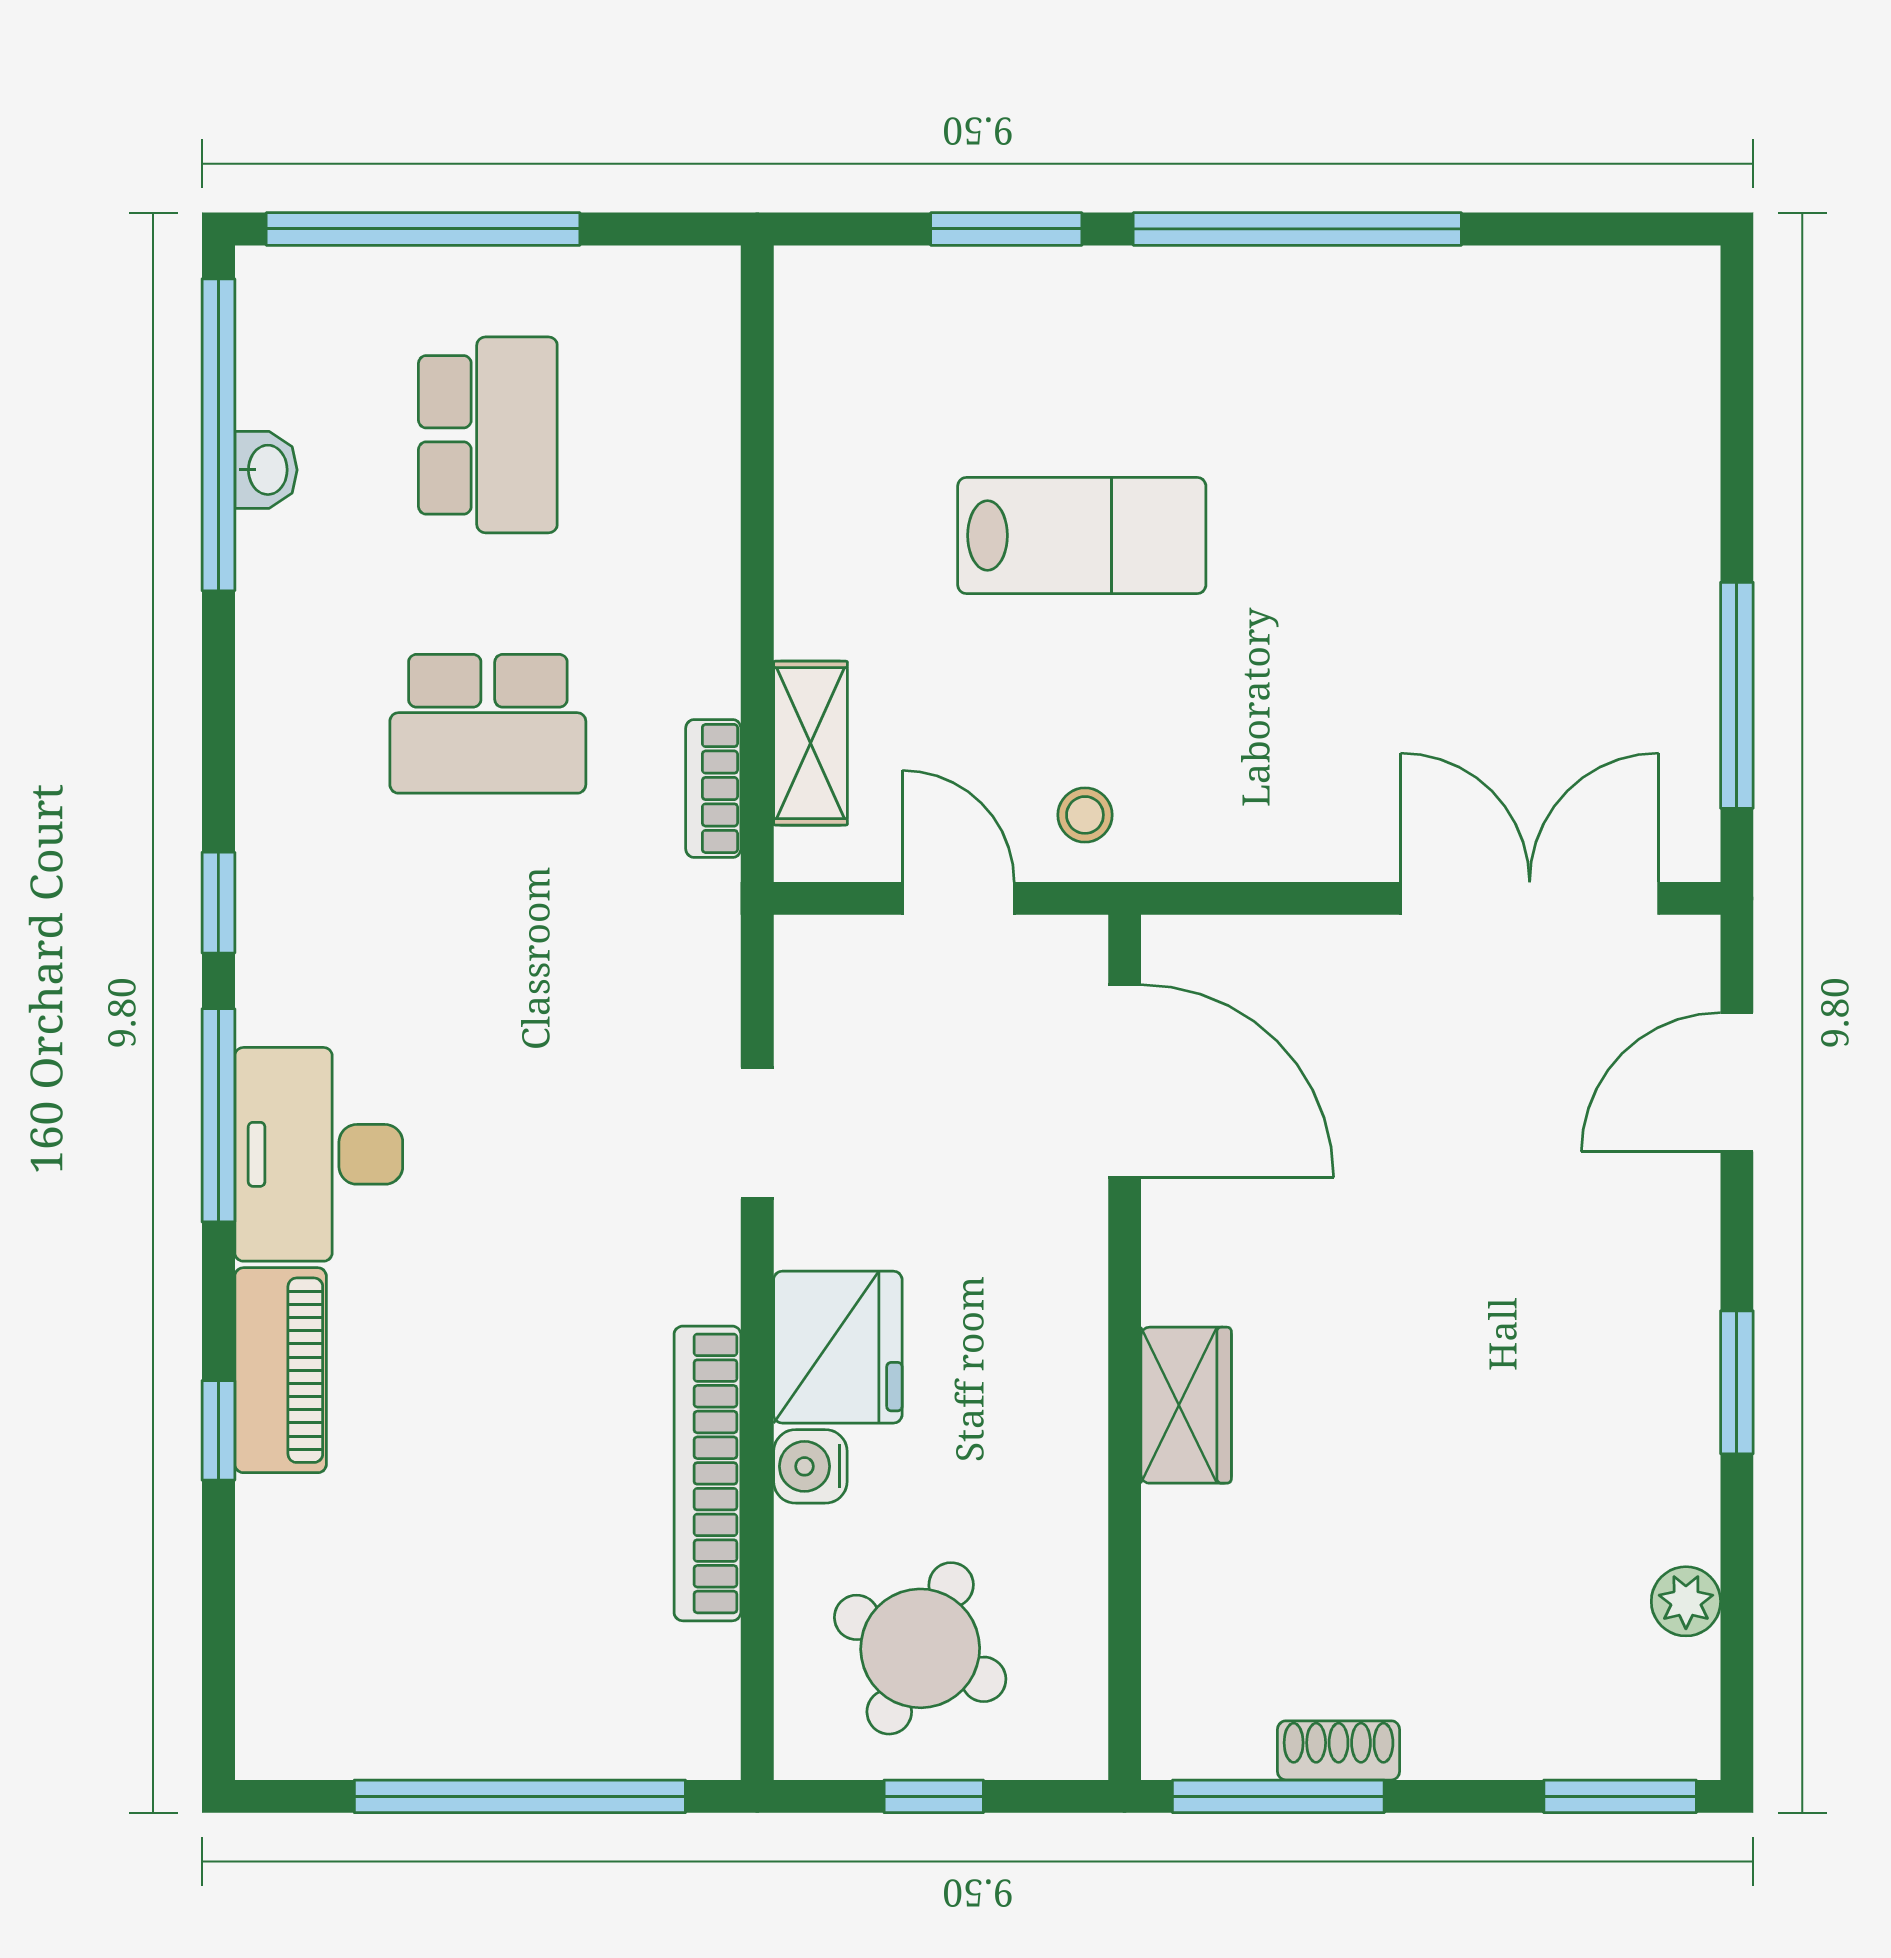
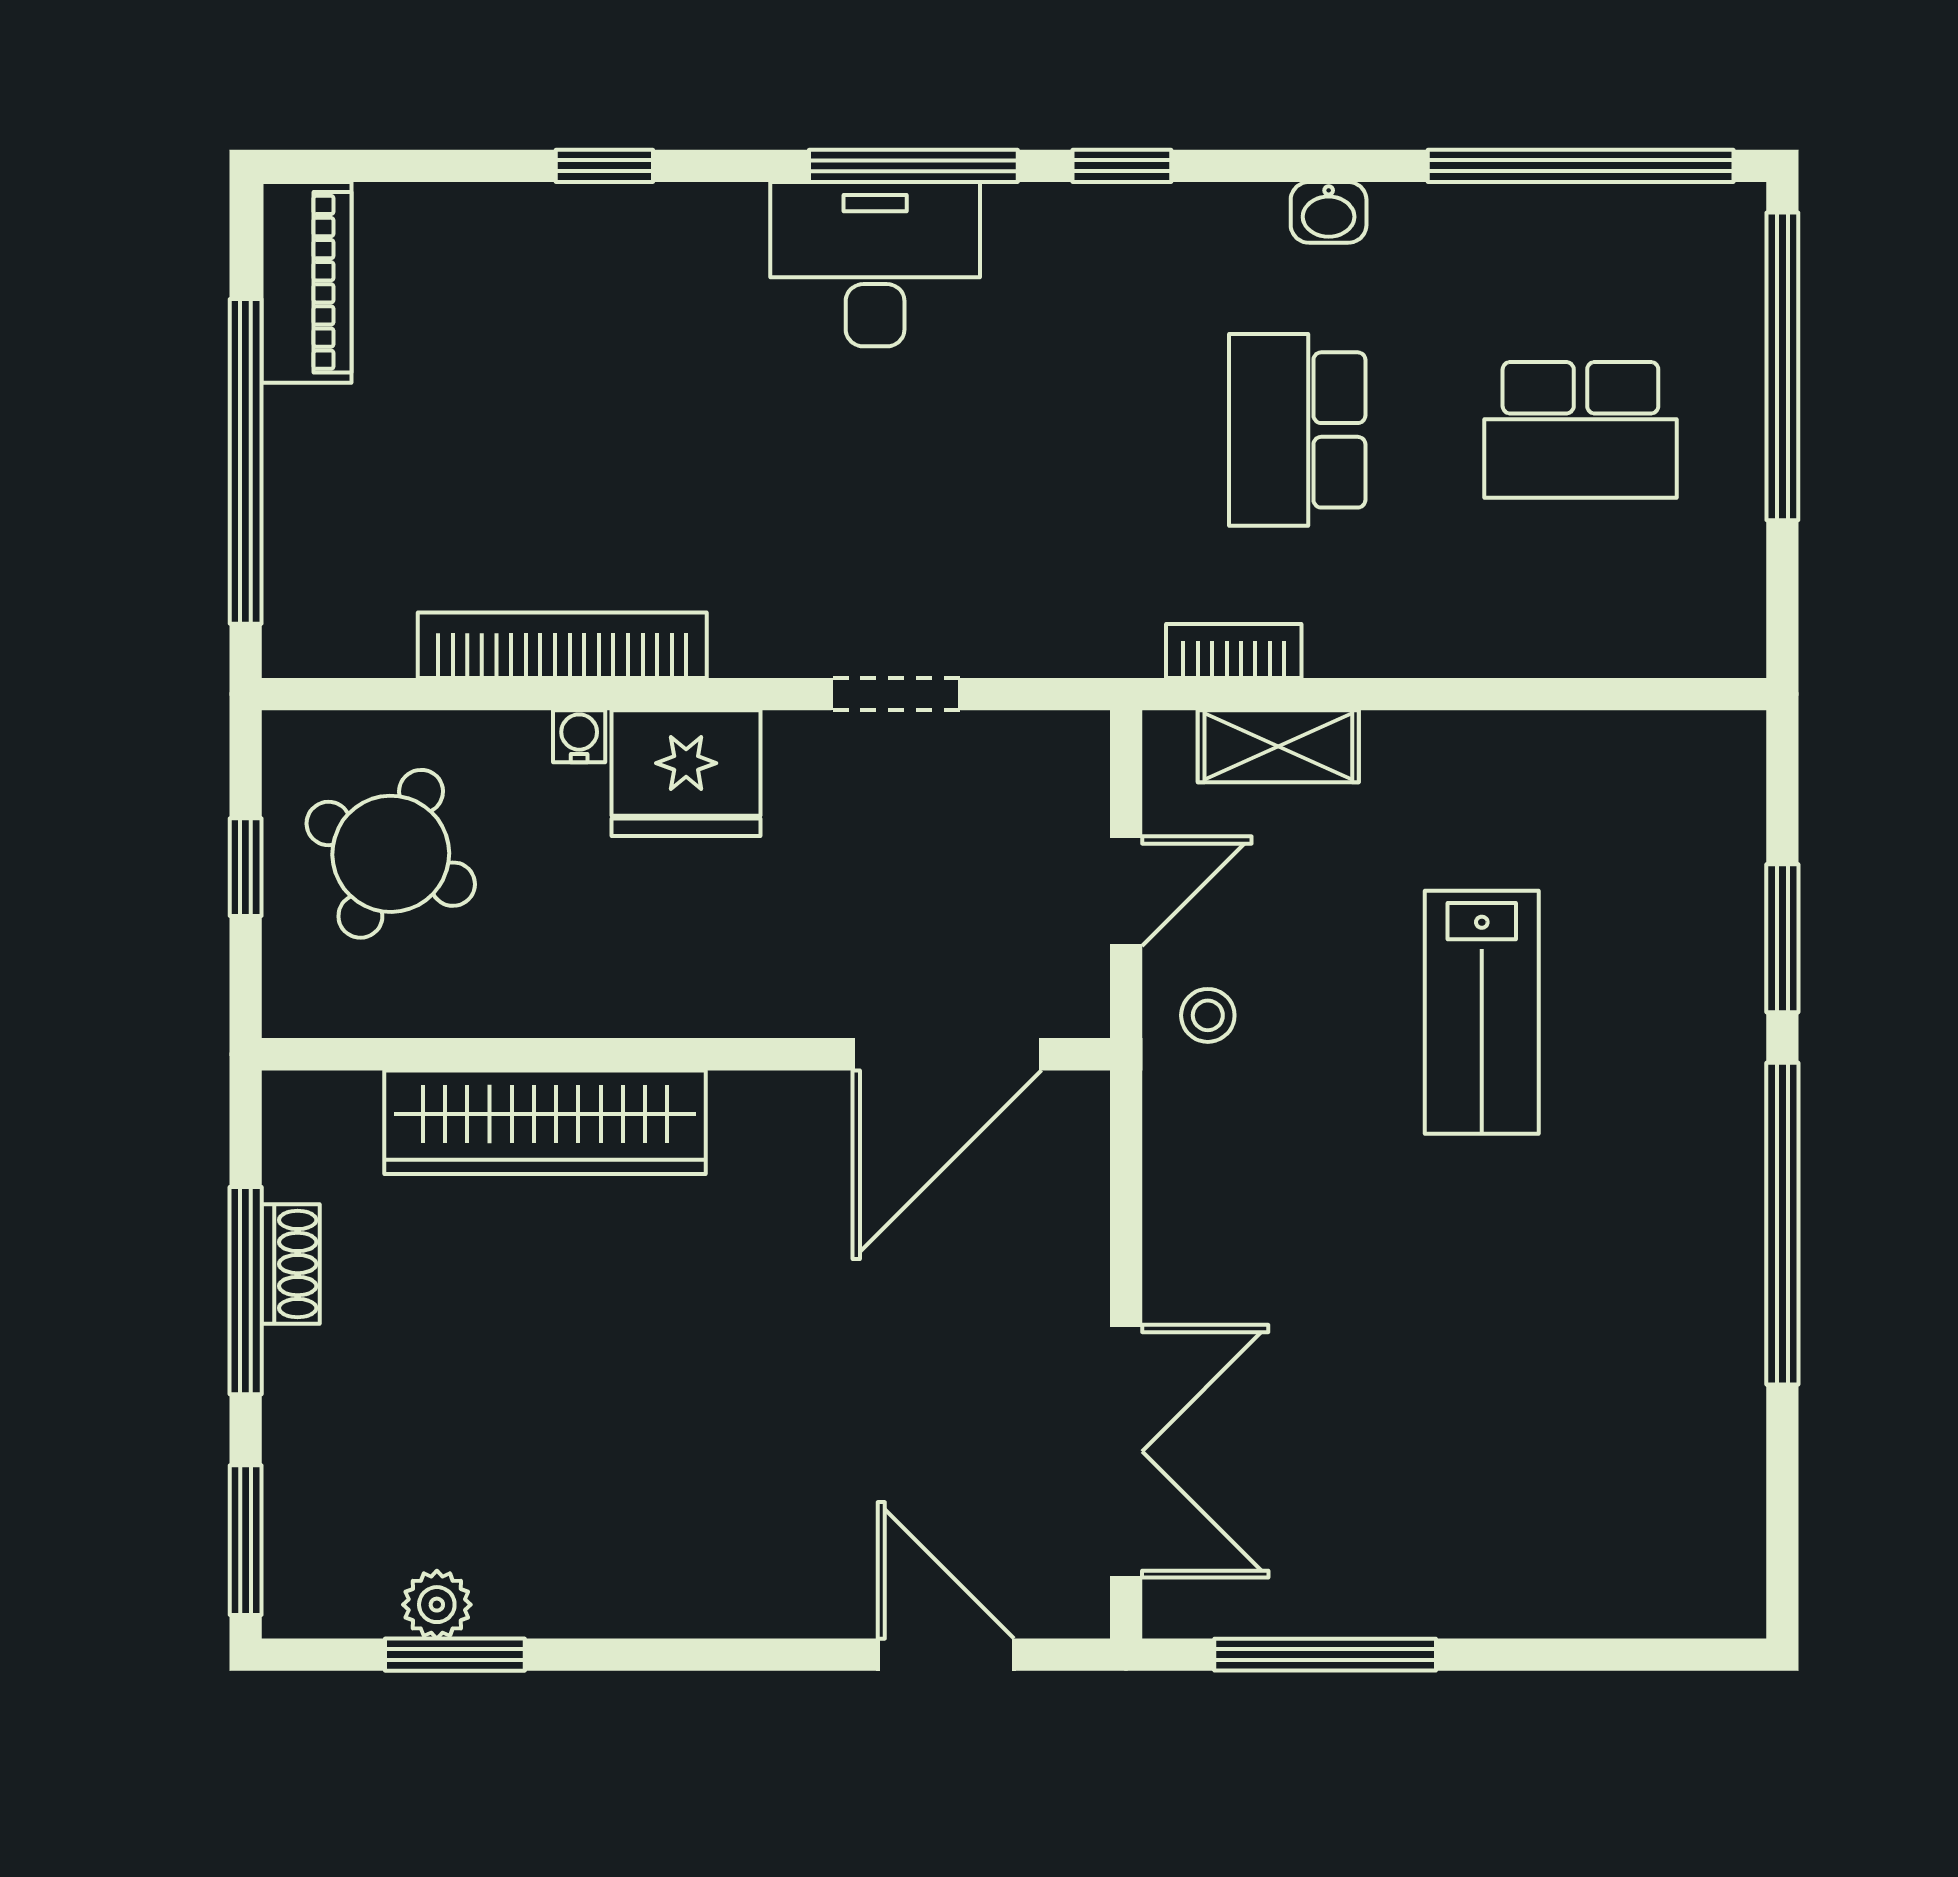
washbasin: (266, 470) -> (1329, 212), moved
piano: (281, 1370) -> (307, 282), moved, turned -90
window: (1737, 1382) -> (455, 1655), moved
wardrobe: (1186, 1405) -> (545, 1122), width x2.10, depth x1.17
water cooler: (810, 1466) -> (579, 736), width x0.72, depth x0.72
window: (1278, 1796) -> (246, 1291), moved

